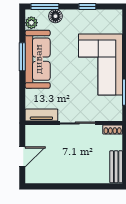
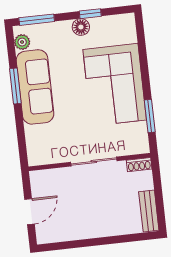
floor lamp: (55, 16) -> (81, 27), moved
tv unit: (41, 115) -> (48, 157), removed

